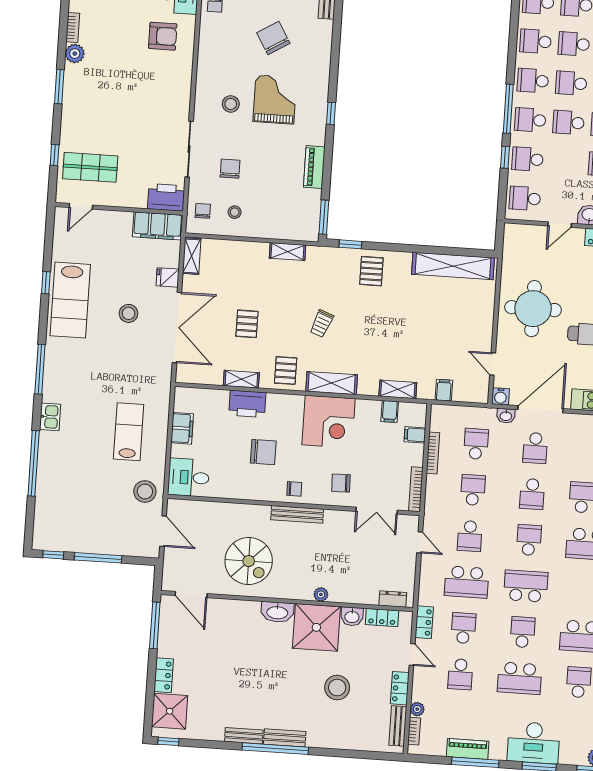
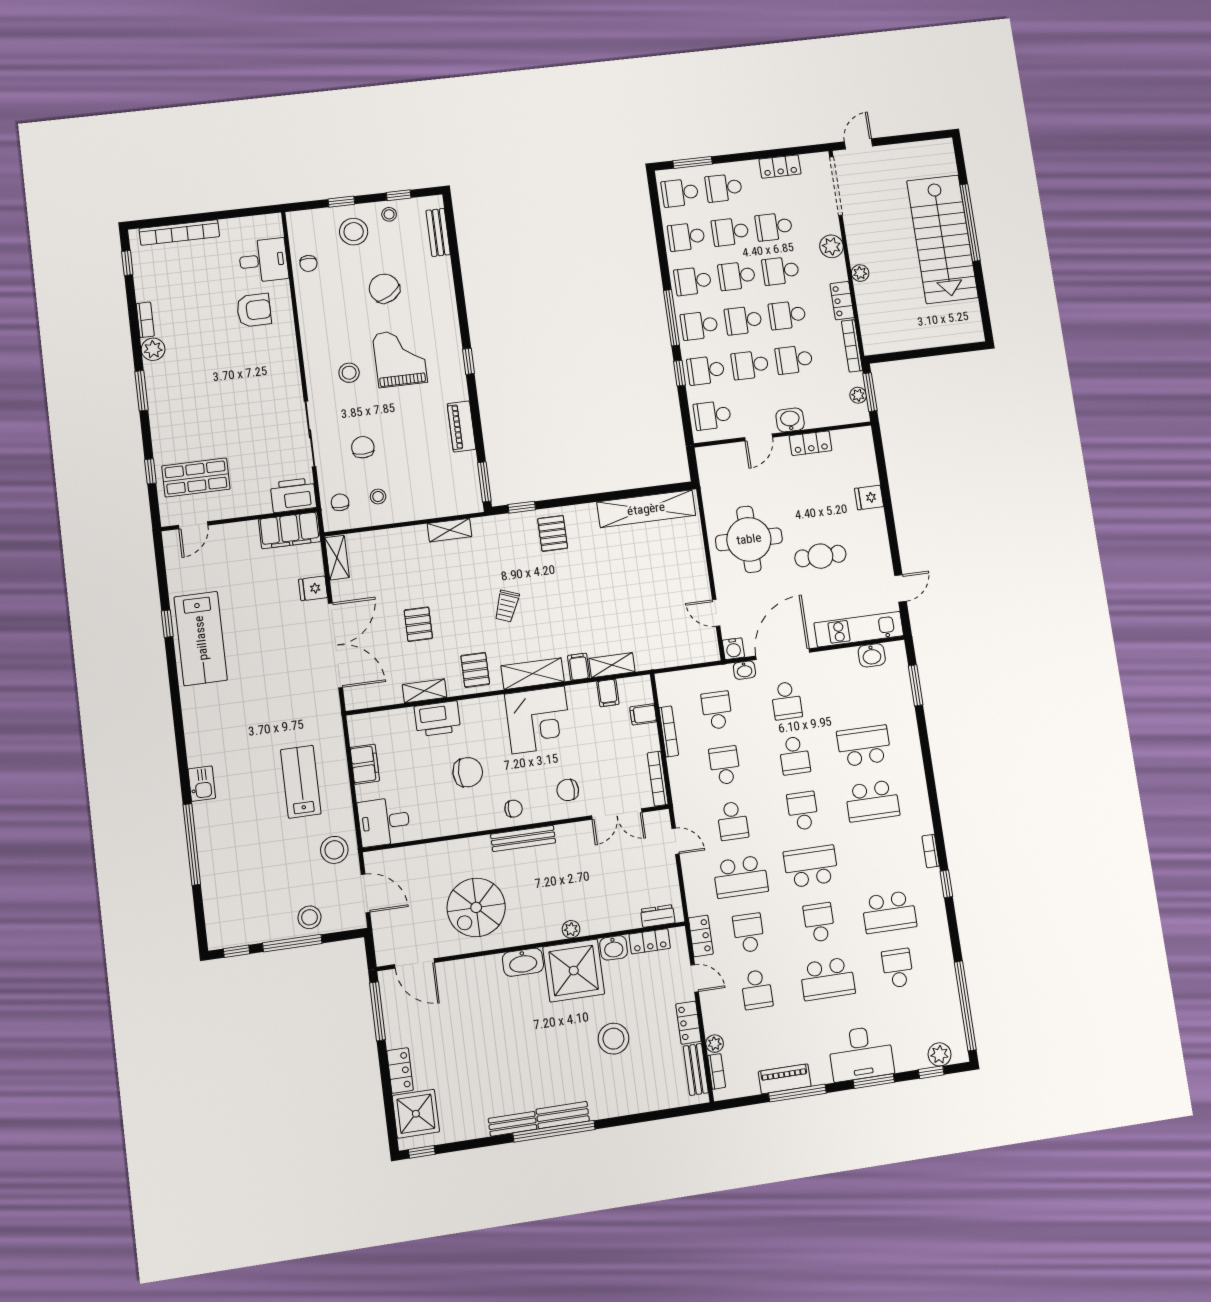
school desk: (566, 162) -> (750, 365), added
stool: (129, 313) -> (309, 917), moved
window: (40, 369) -> (179, 729), removed
filing cabinet: (444, 390) -> (579, 667), moved
spiral stairs: (249, 561) -> (476, 907), turned 90

